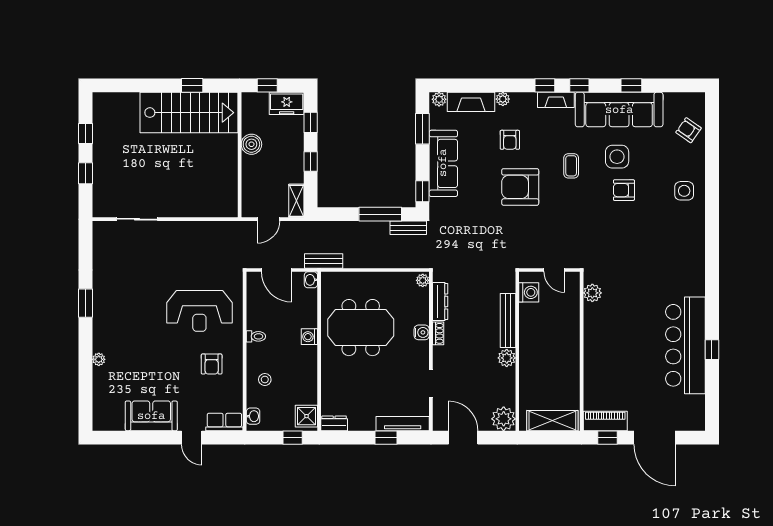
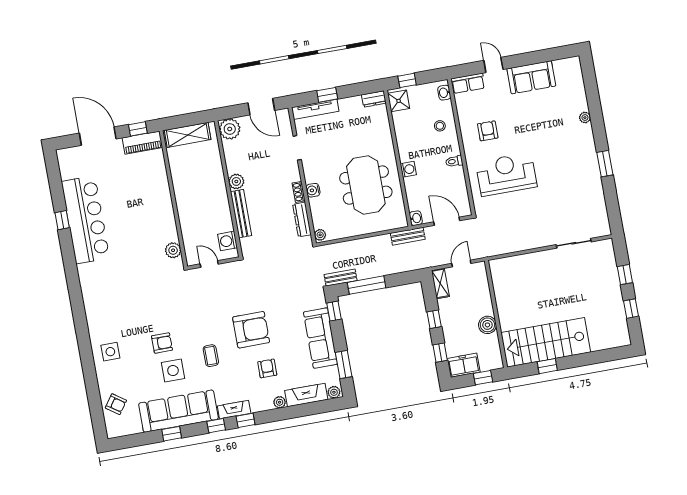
meeting table: (361, 328) -> (366, 185), turned 90

